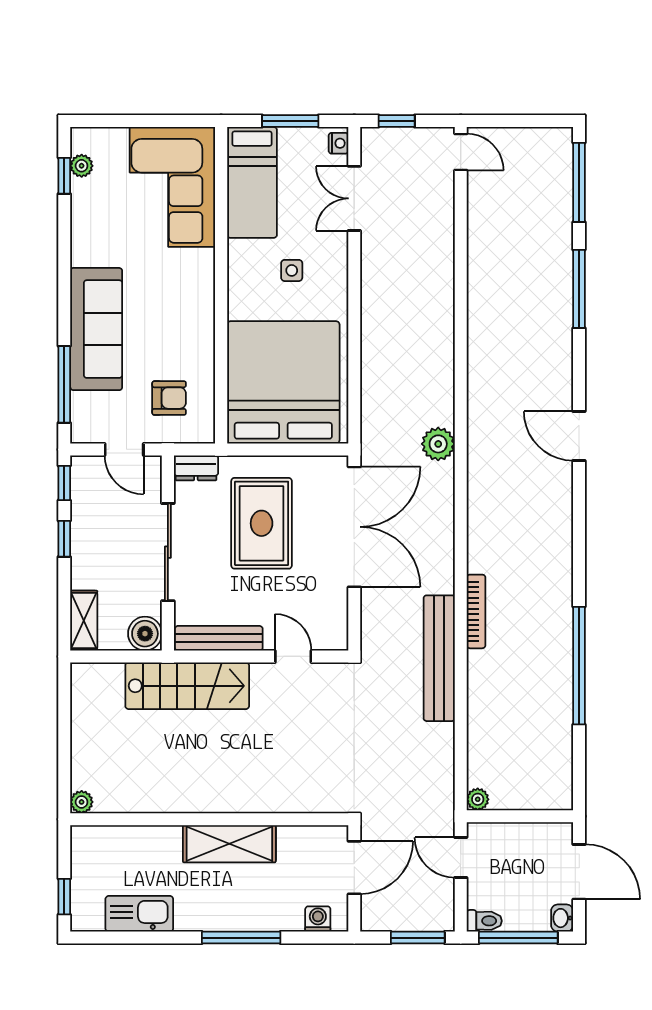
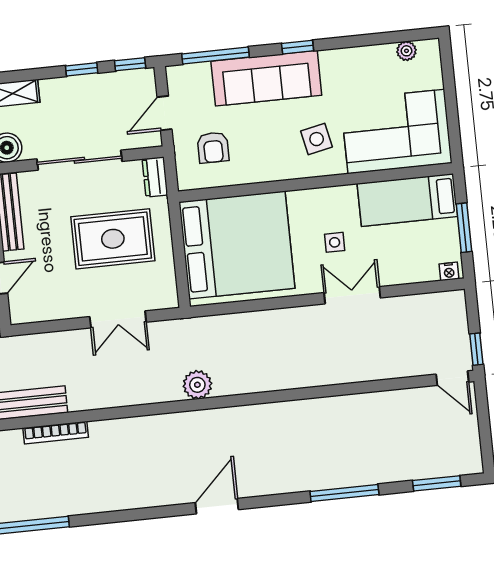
window: (397, 121) -> (476, 349), moved
door: (461, 152) -> (452, 378), hinge flipped
window: (64, 176) -> (298, 47), moved
window: (579, 182) -> (437, 483), width x0.69
double door: (354, 198) -> (352, 295), moved
side table: (172, 279) -> (317, 139), added
double door: (354, 527) -> (118, 319), width x0.54

